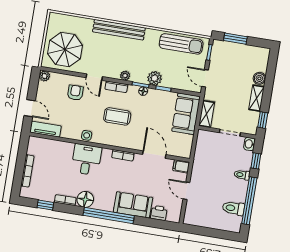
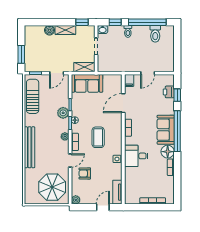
window: (45, 205) -> (177, 95), moved
sofa: (133, 205) -> (166, 130), moved

